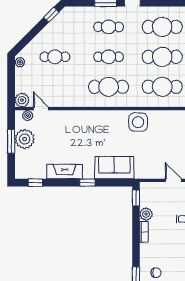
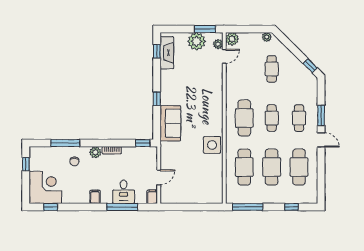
window: (11, 141) -> (205, 29), moved
fireplace: (65, 172) -> (167, 53), moved
plant: (146, 214) -> (95, 152), moved

